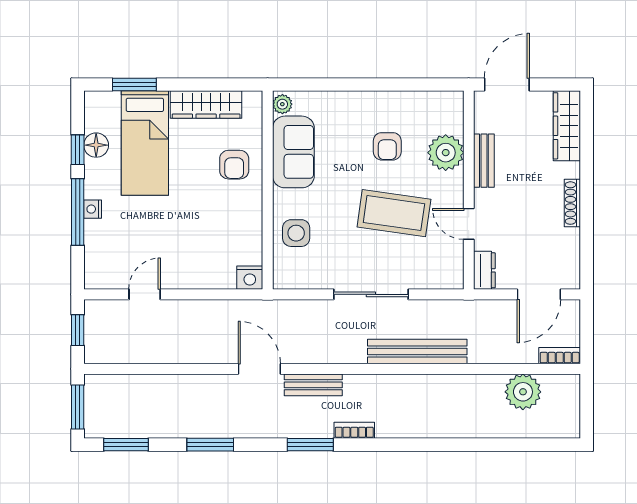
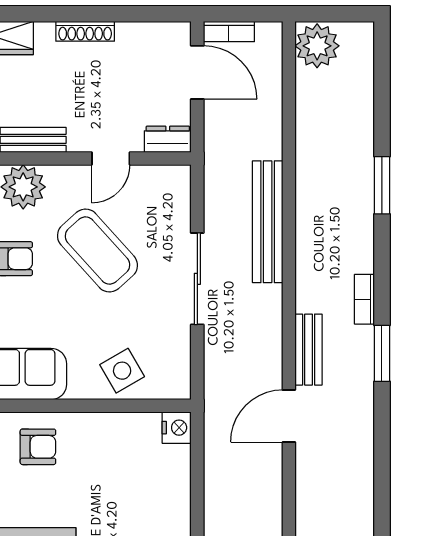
coffee table: (394, 213) -> (97, 250), turned -50
side table: (296, 233) -> (122, 371), turned -30
bookcase: (560, 356) -> (229, 31), moved, turned -90
plant: (523, 392) -> (317, 46), moved
window: (210, 445) -> (382, 185), moved

